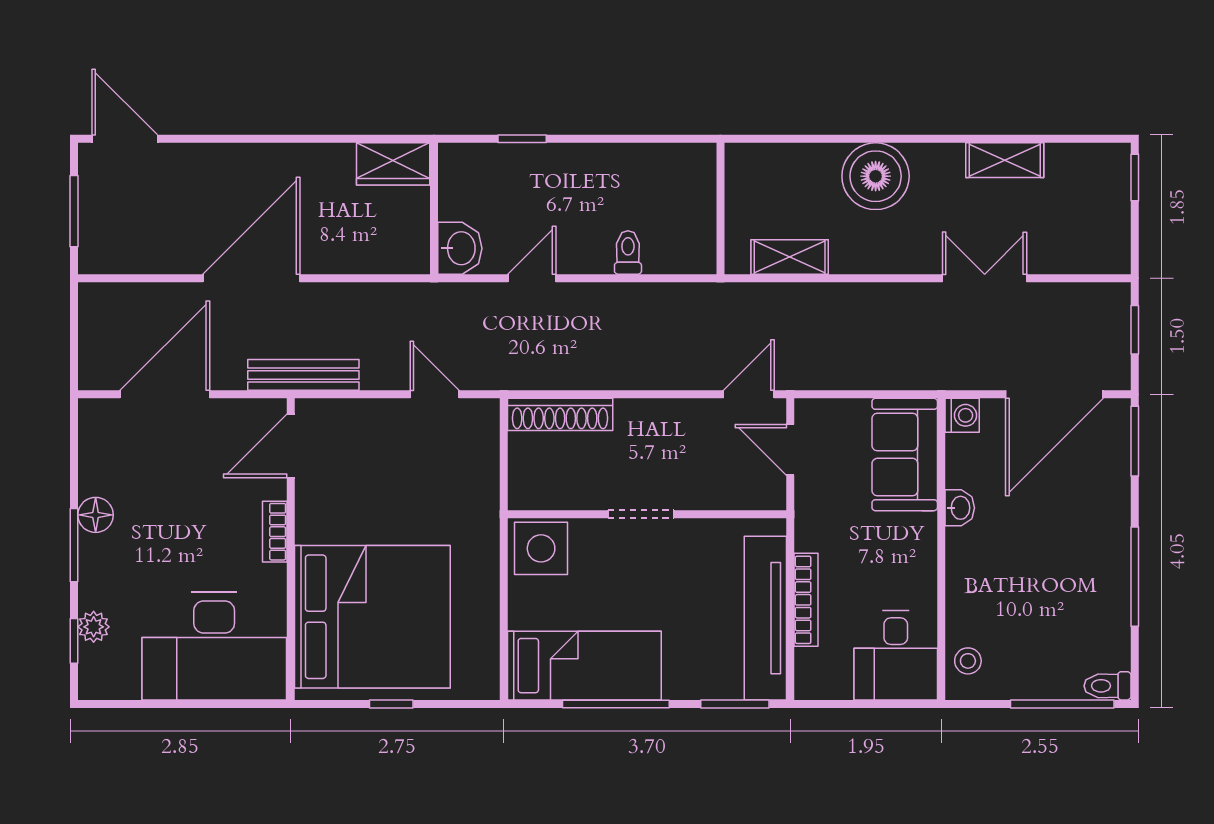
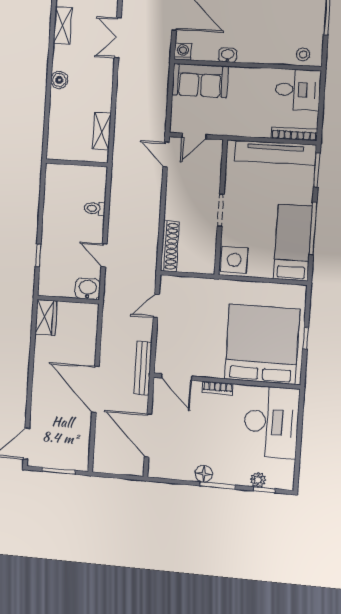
boiler: (876, 176) -> (59, 80), width x0.54, depth x0.54
bookcase: (806, 600) -> (294, 134), moved

